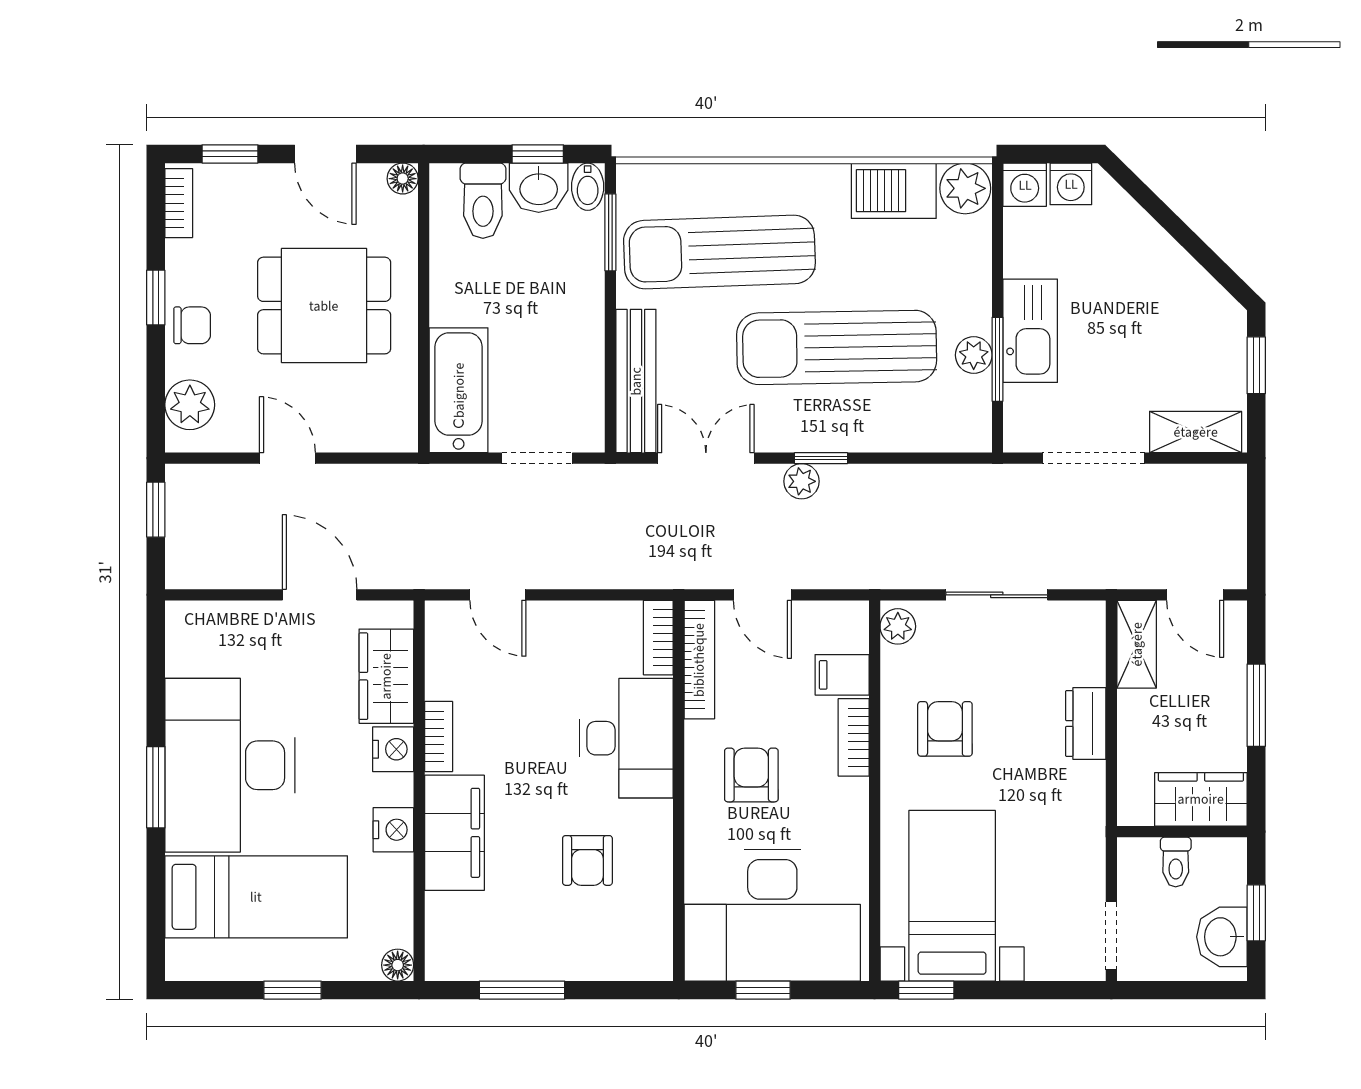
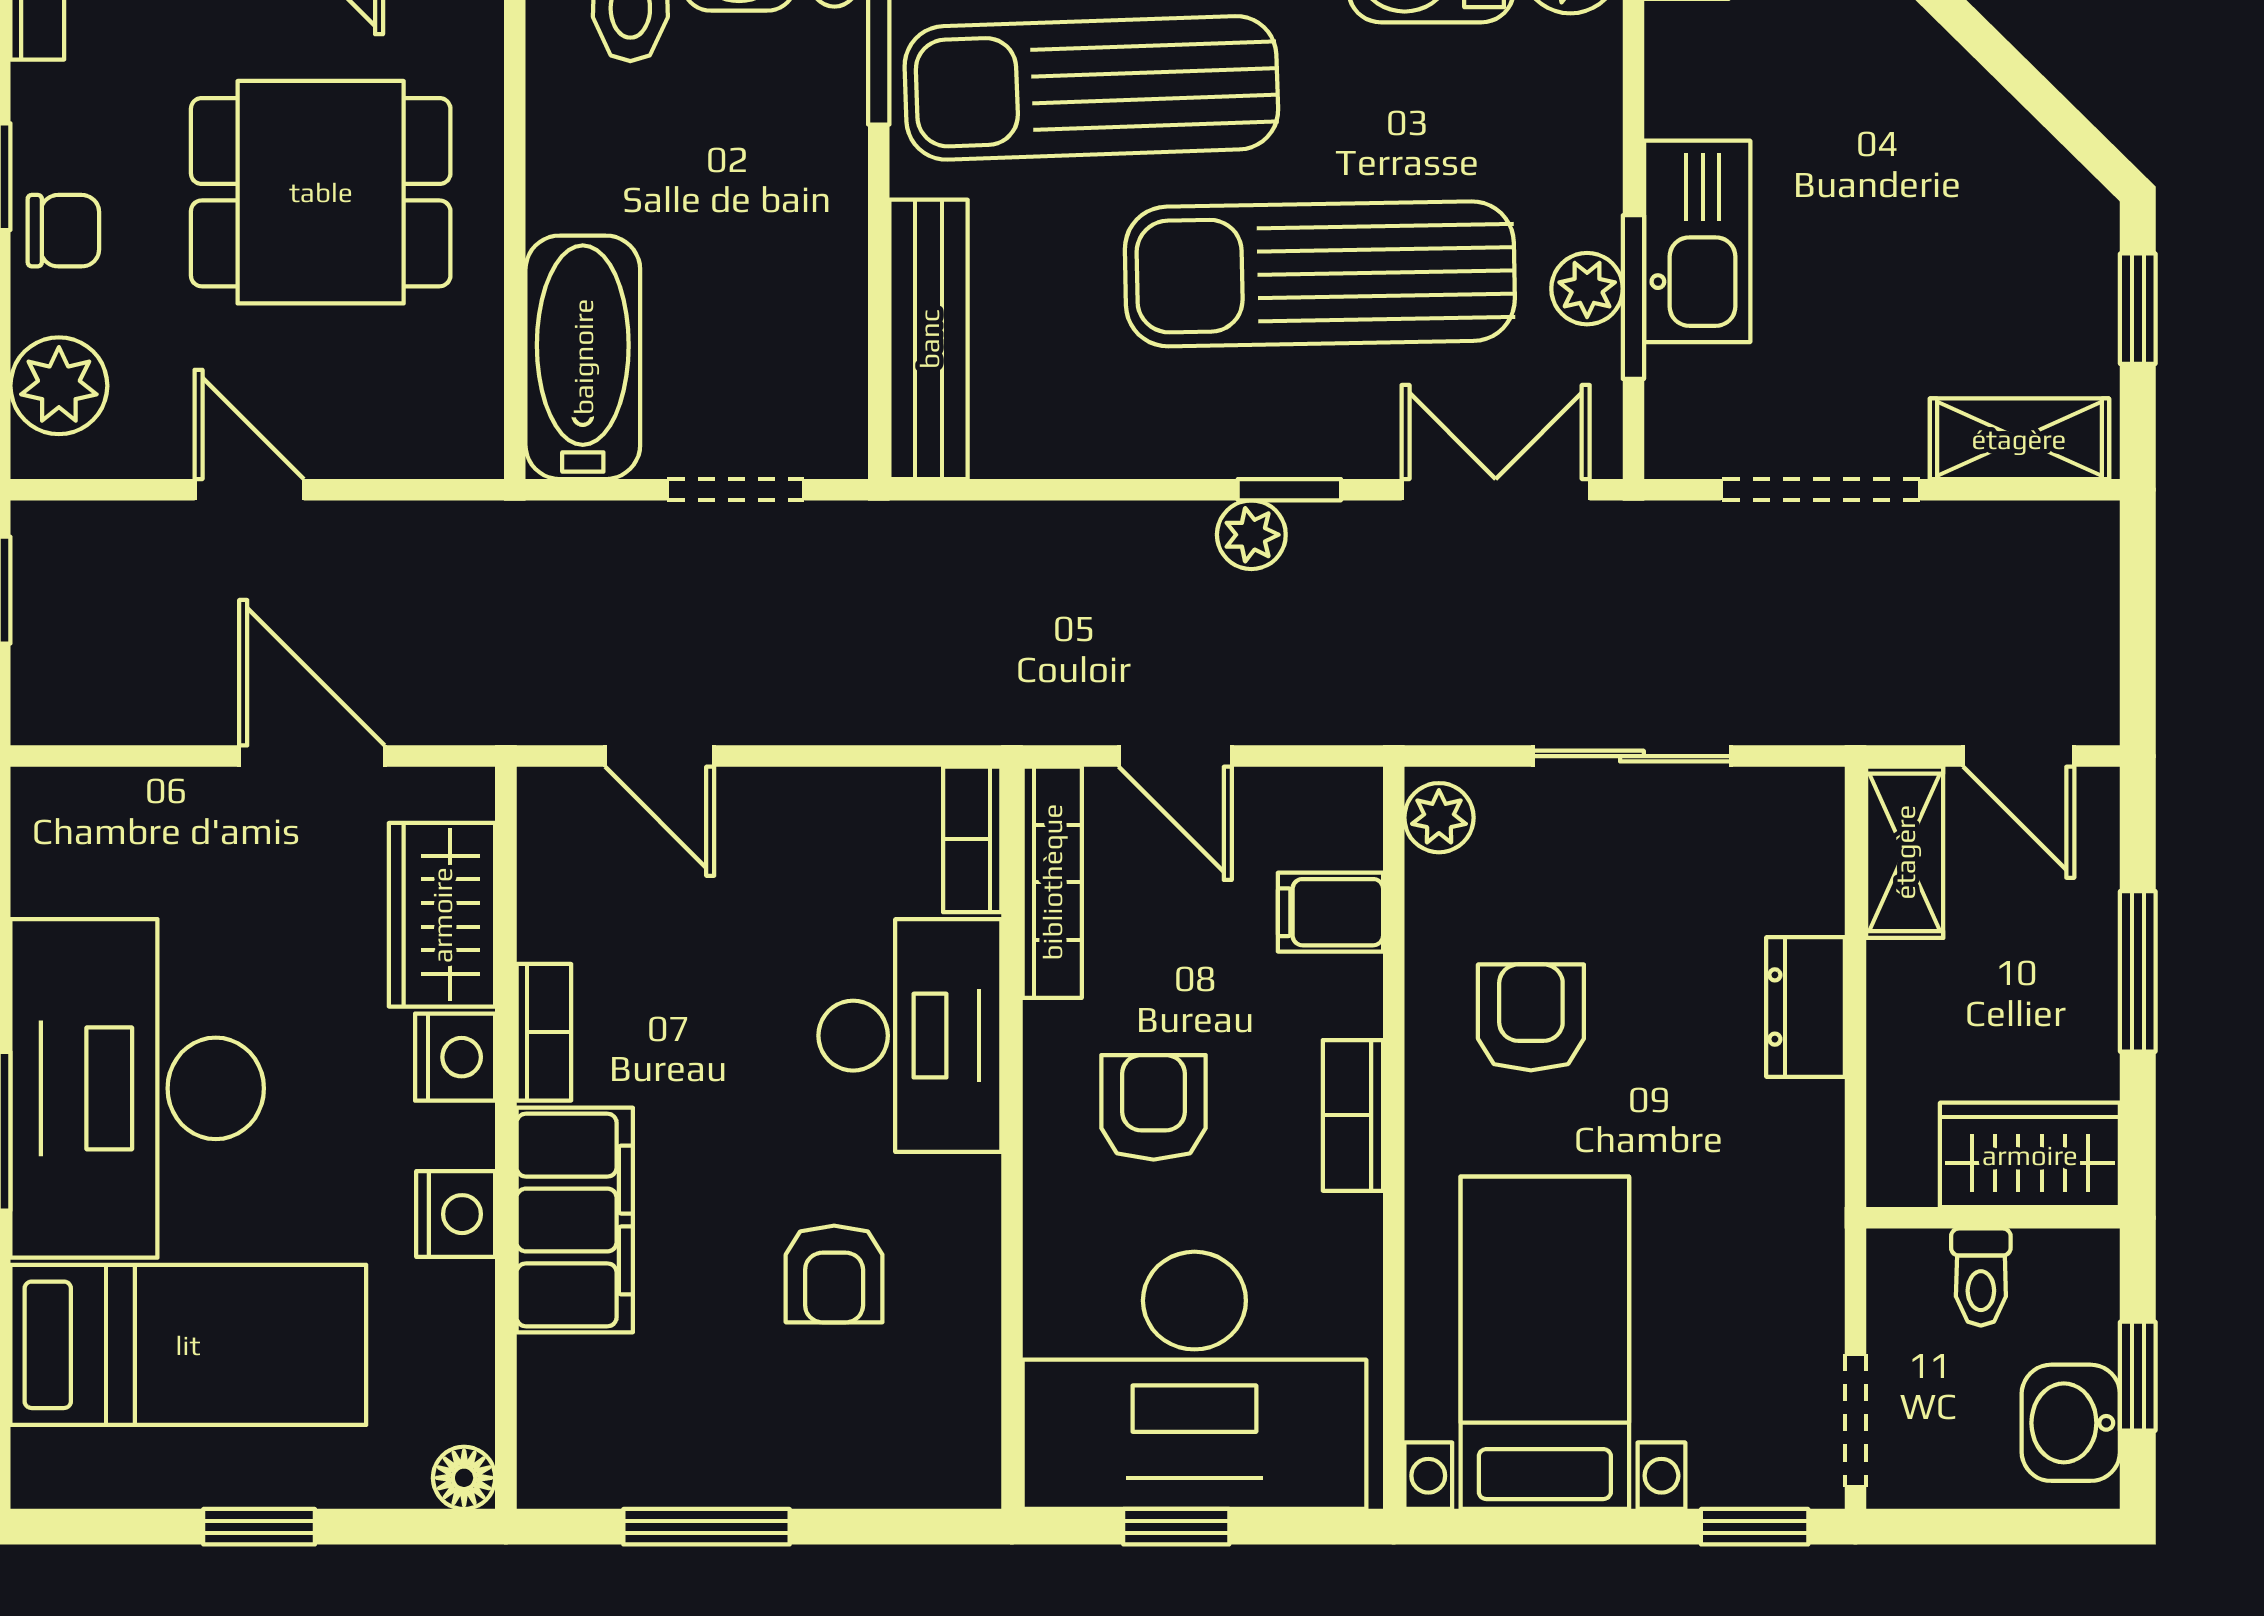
double door: (706, 458) -> (1496, 490), moved
bookcase: (854, 737) -> (1353, 1115), moved
window: (926, 990) -> (1755, 1527), moved

